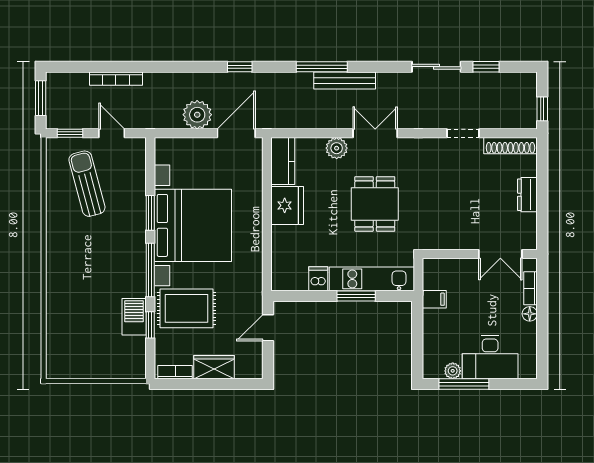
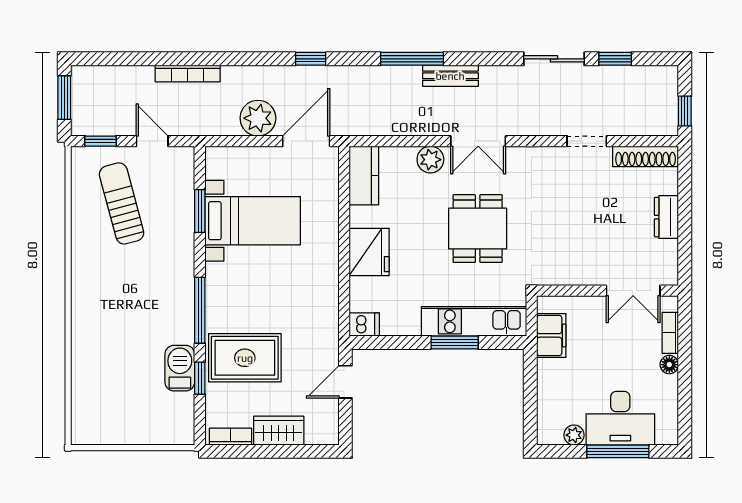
bookcase: (116, 79) -> (188, 73), moved
bench: (345, 80) -> (450, 76), width x0.73
double door: (375, 133) -> (478, 141), swing flipped
fridge: (287, 205) -> (369, 252), moved
window: (150, 213) -> (200, 211), moved
bed with nightstands: (193, 225) -> (253, 221), width x0.54
dishwasher: (318, 279) -> (364, 324), moved, turned 90
filing cabinet: (434, 299) -> (551, 335), width x2.00
window: (464, 384) -> (618, 451), moved

